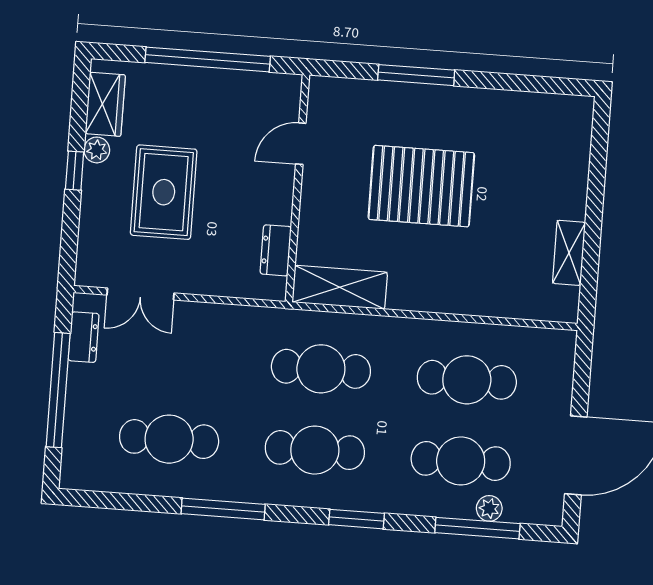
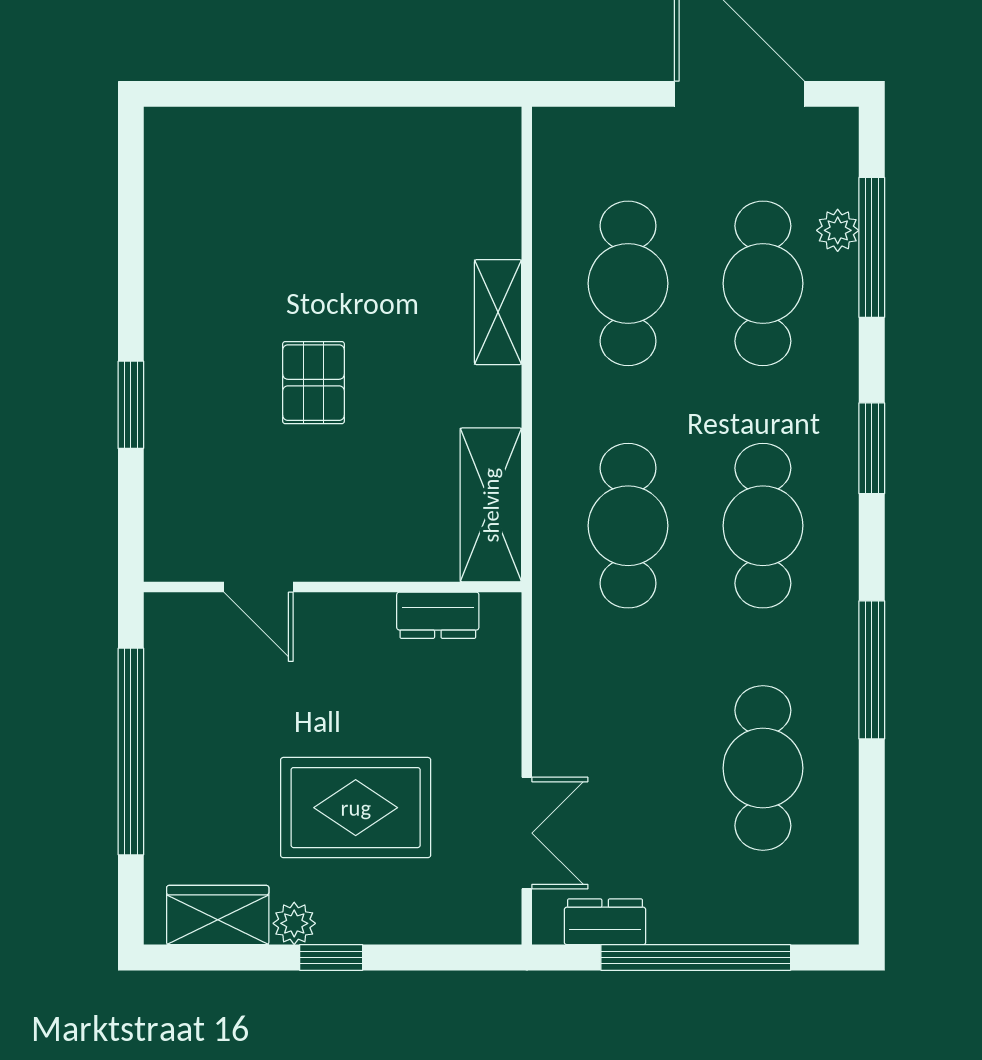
window: (416, 75) -> (131, 405), width x0.69
pallet: (421, 186) -> (313, 383), width x0.49, depth x0.50
shelving: (569, 253) -> (498, 312), moved, turned 90

